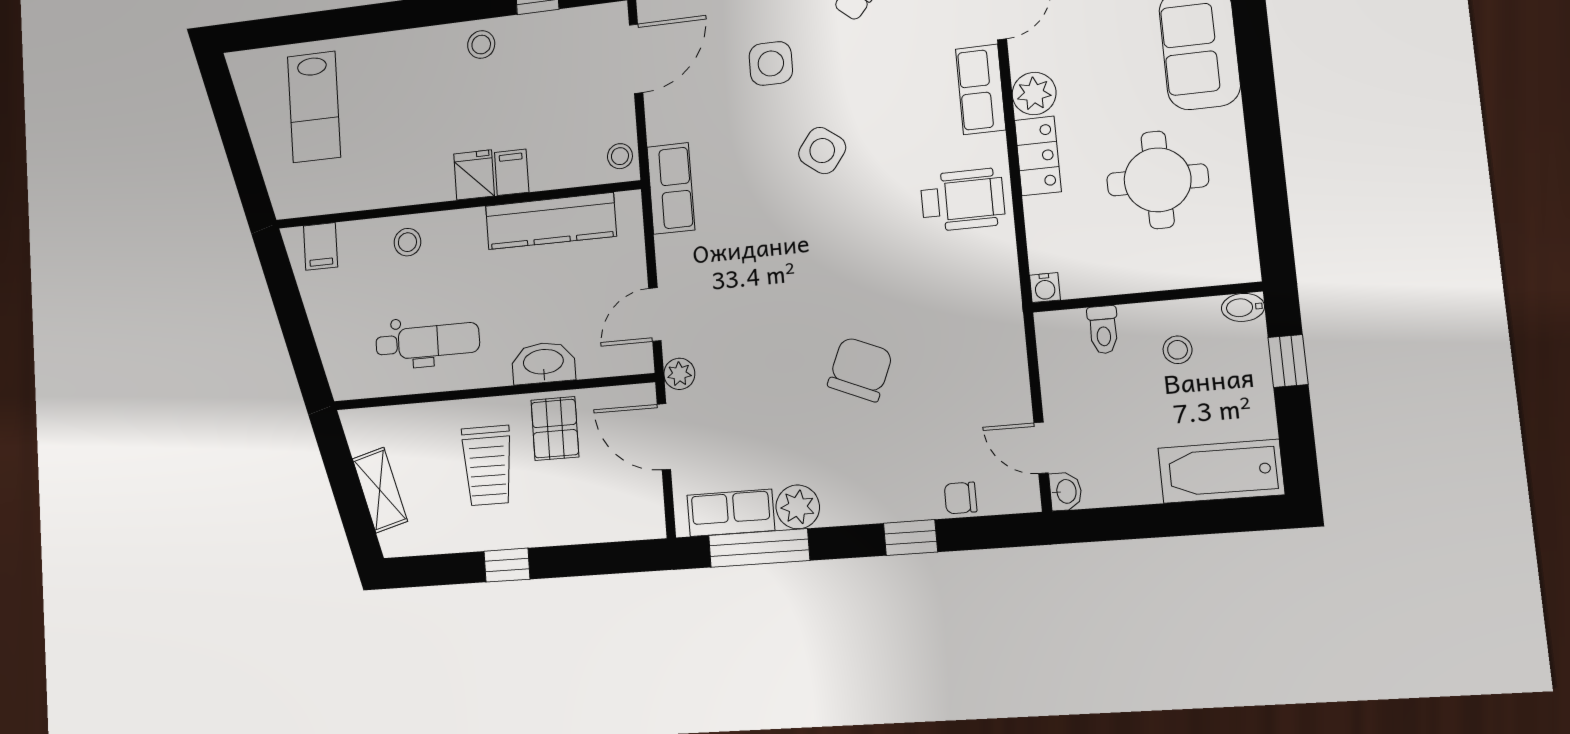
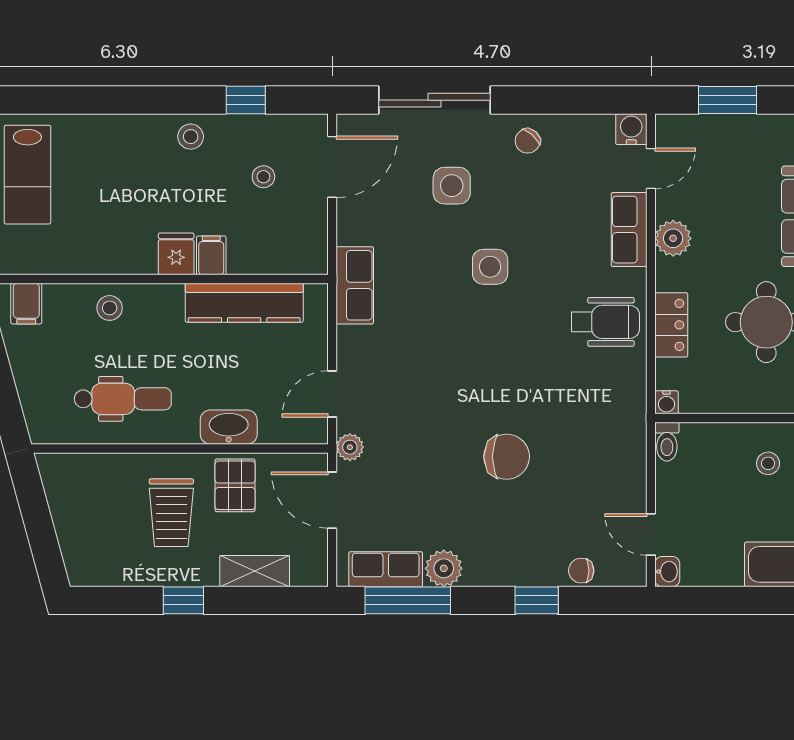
side table: (822, 151) -> (490, 267), turned -37
stool: (620, 156) -> (263, 177), moved
locker: (1038, 156) -> (671, 325), moved
toilet: (1103, 330) -> (667, 442), moved
chair: (860, 369) -> (507, 457), turned 67
shelving: (380, 490) -> (255, 571), moved, turned -75

